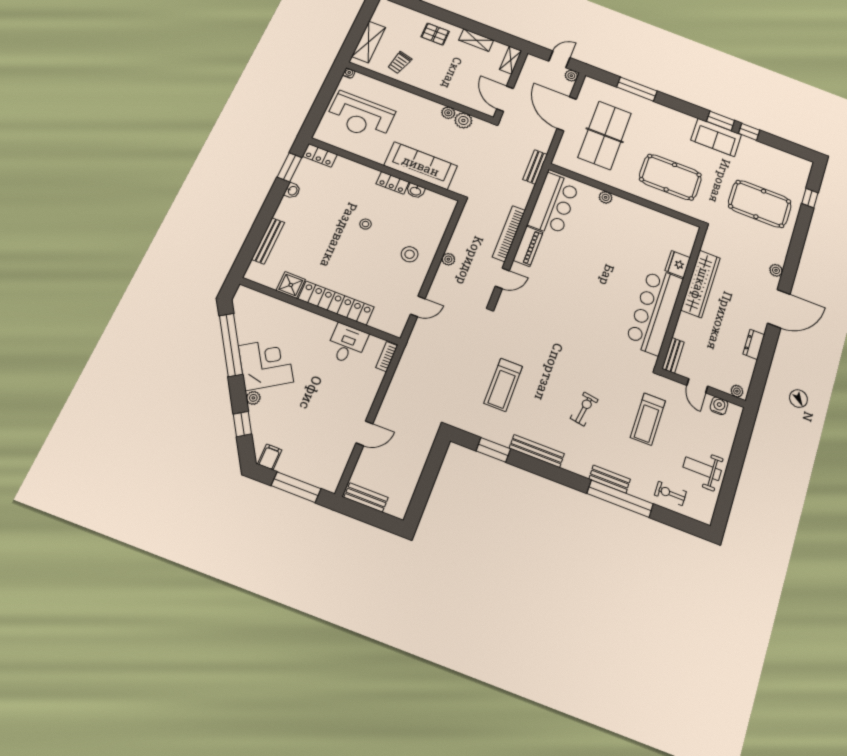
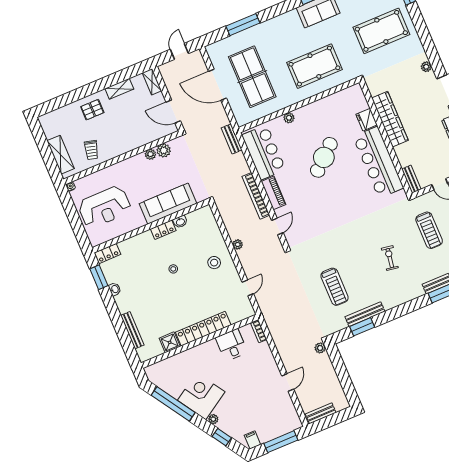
plant: (571, 76) -> (320, 348), moved
cafe table: (606, 259) -> (324, 157), added
bench: (537, 451) -> (365, 314), moved

